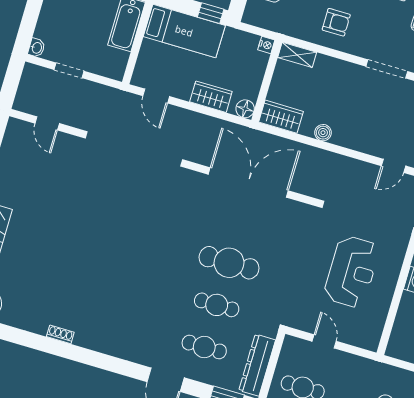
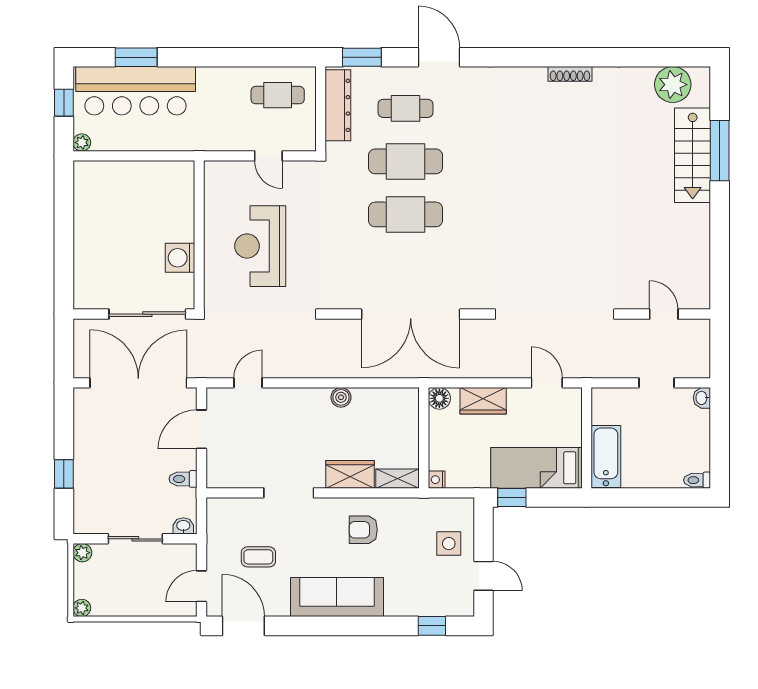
wardrobe: (281, 117) -> (350, 474), moved, turned 180
cafe table: (217, 305) -> (405, 161), width x1.37, depth x1.35
shoe rack: (60, 334) -> (570, 74), width x1.43

